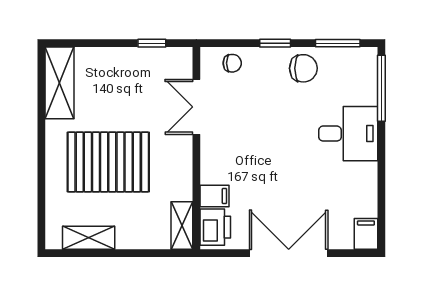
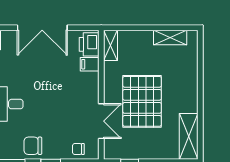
pallet: (108, 162) -> (142, 101), moved, turned 90

